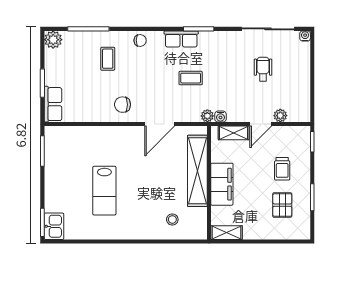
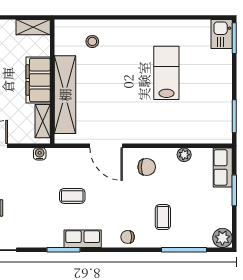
plant: (207, 116) -> (184, 155), moved
door: (160, 124) -> (106, 146), swing flipped
shelving: (234, 133) -> (43, 121), moved, turned 90

